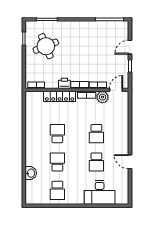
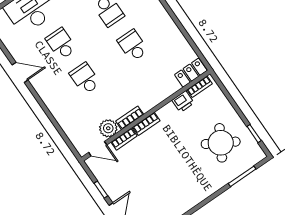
round table: (46, 46) -> (221, 143), turned -38
printer: (64, 83) -> (183, 102), moved
door: (116, 90) -> (98, 149), hinge flipped
locker: (60, 96) -> (191, 73), moved, width x0.66
school desk: (57, 134) -> (133, 46), turned 180

